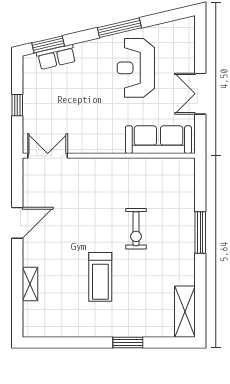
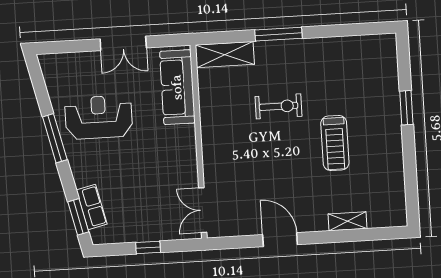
reception desk: (136, 68) -> (99, 117), turned 180
treadmill: (100, 277) -> (335, 143), turned 90
shelving: (185, 312) -> (225, 55), moved

